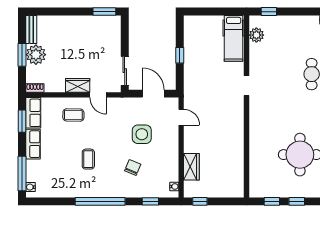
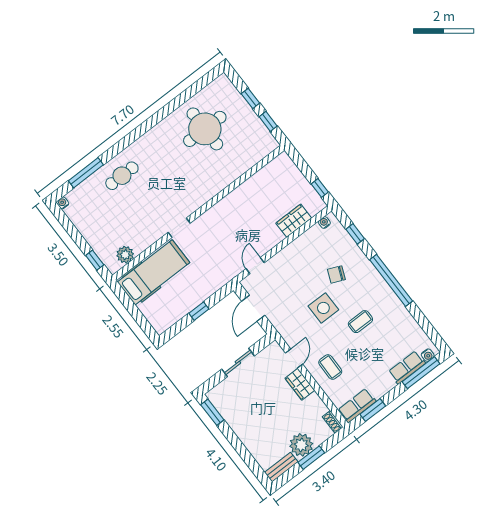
hospital bed: (234, 38) -> (154, 272), width x1.37, depth x1.29
sliding door: (125, 71) -> (238, 362), moved
side table: (142, 134) -> (323, 308), moved
row of seats: (33, 144) -> (407, 367), moved

